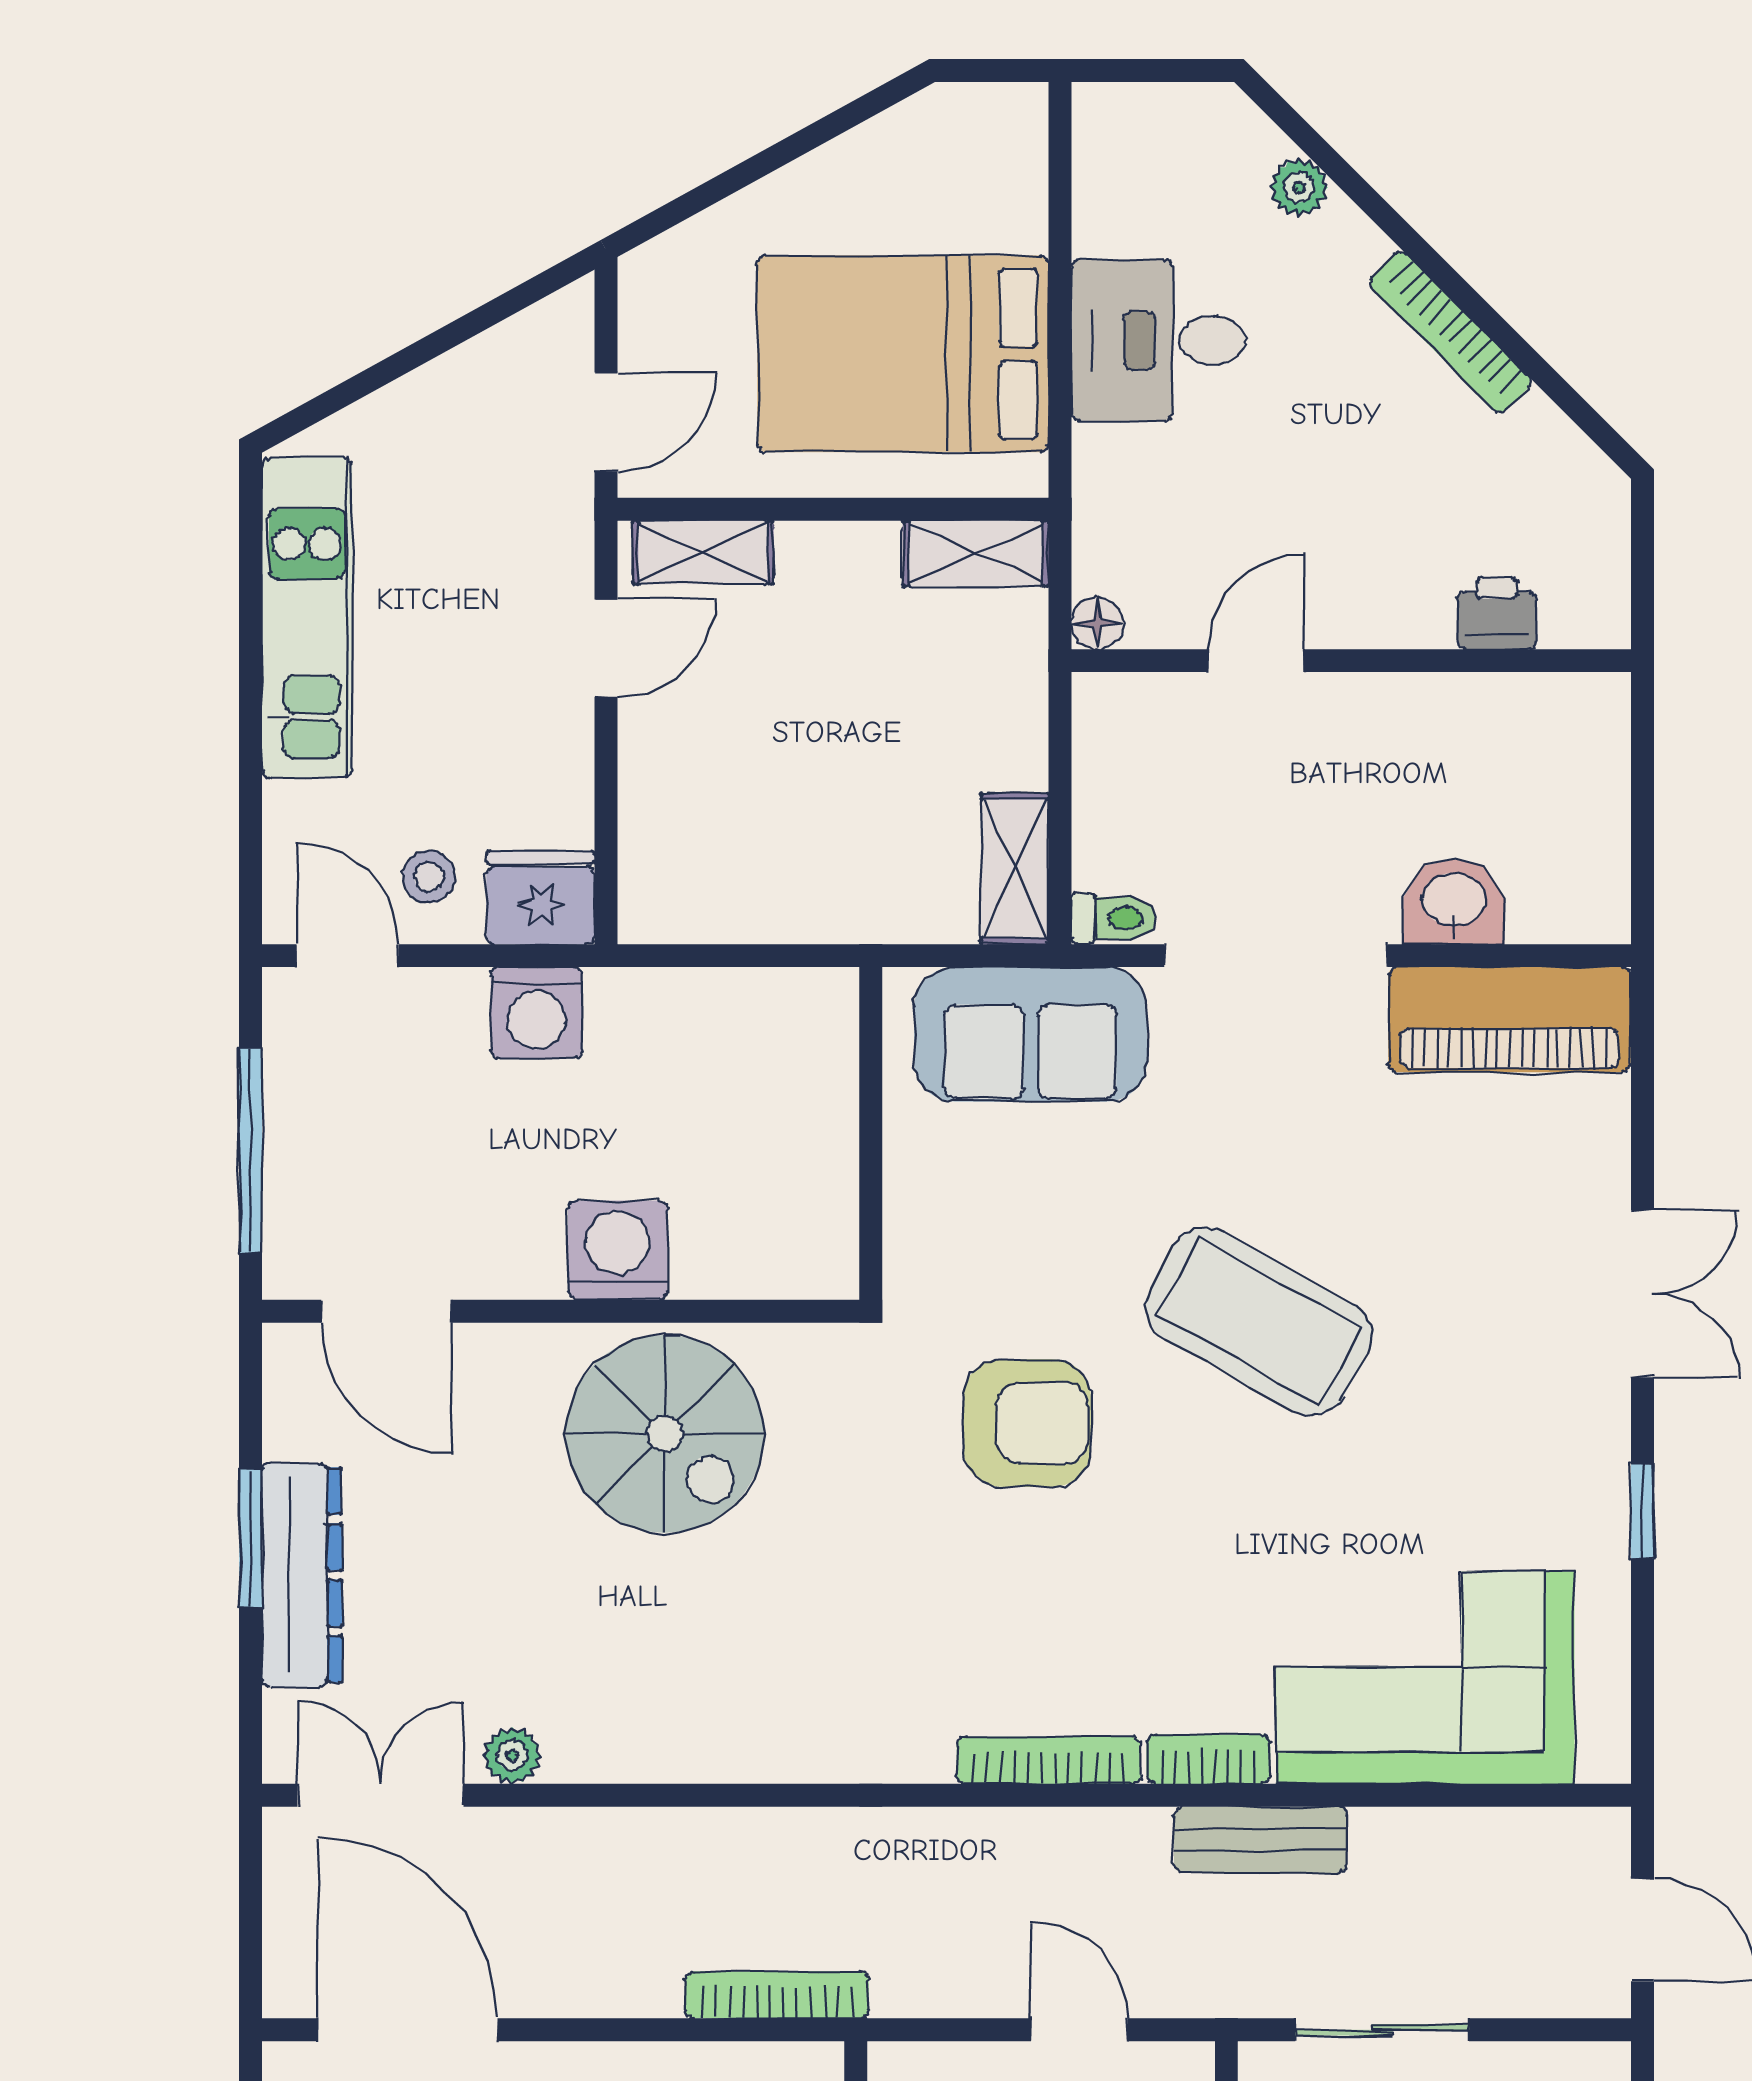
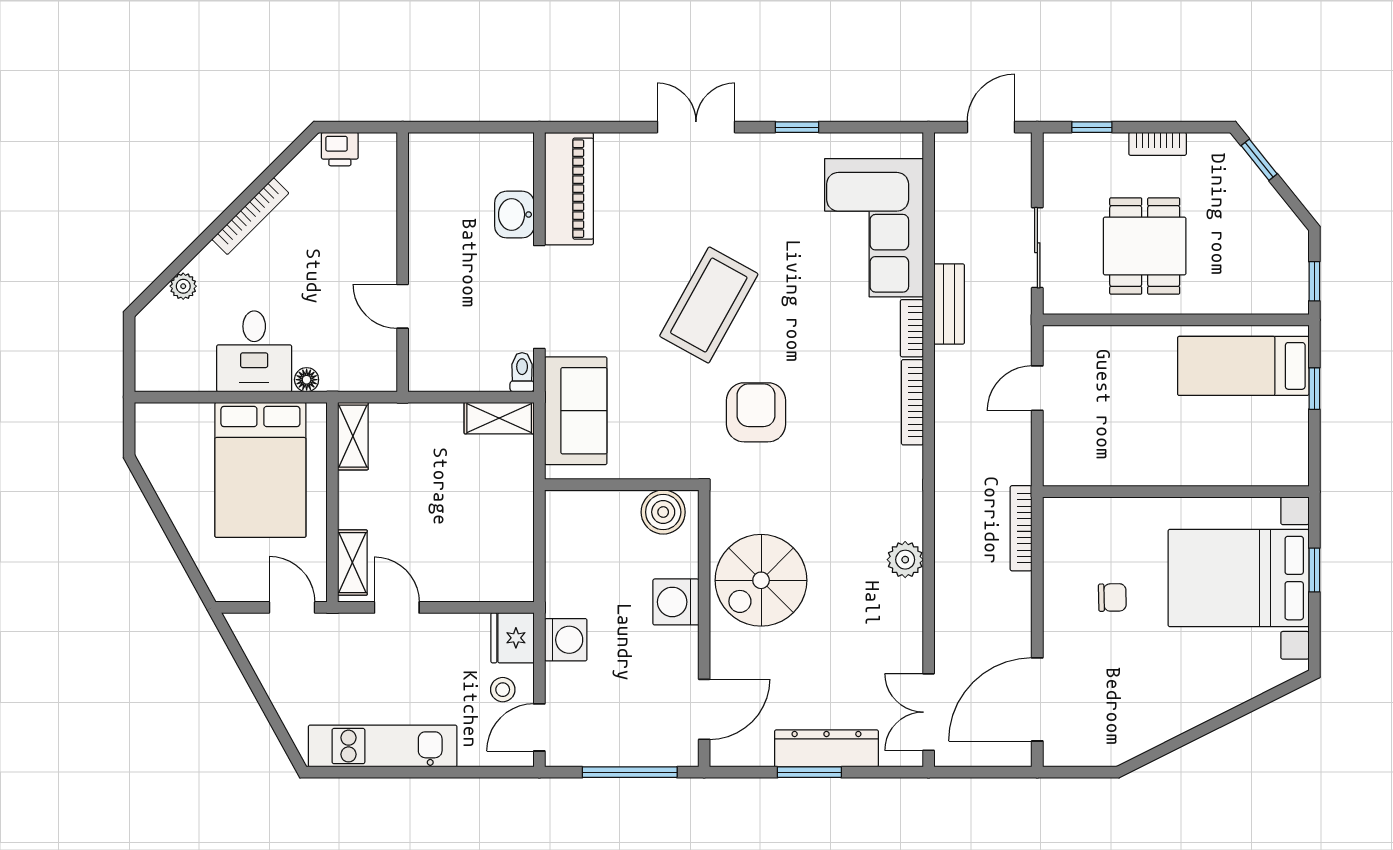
printer: (1497, 613) -> (340, 149), moved, turned -90
floor lamp: (1097, 623) -> (307, 380), moved
boiler: (812, 1223) -> (663, 512), added
spiral stairs: (665, 1434) -> (761, 580), turned 180
plant: (512, 1756) -> (905, 560), moved, width x1.38, depth x1.38

